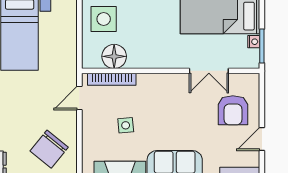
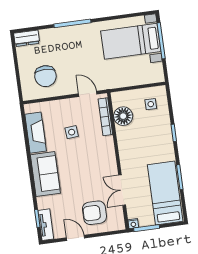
side table: (104, 19) -> (151, 104), width x0.54, depth x0.54
nightstand: (254, 42) -> (133, 224), moved
chair: (49, 149) -> (45, 76), turned -129

